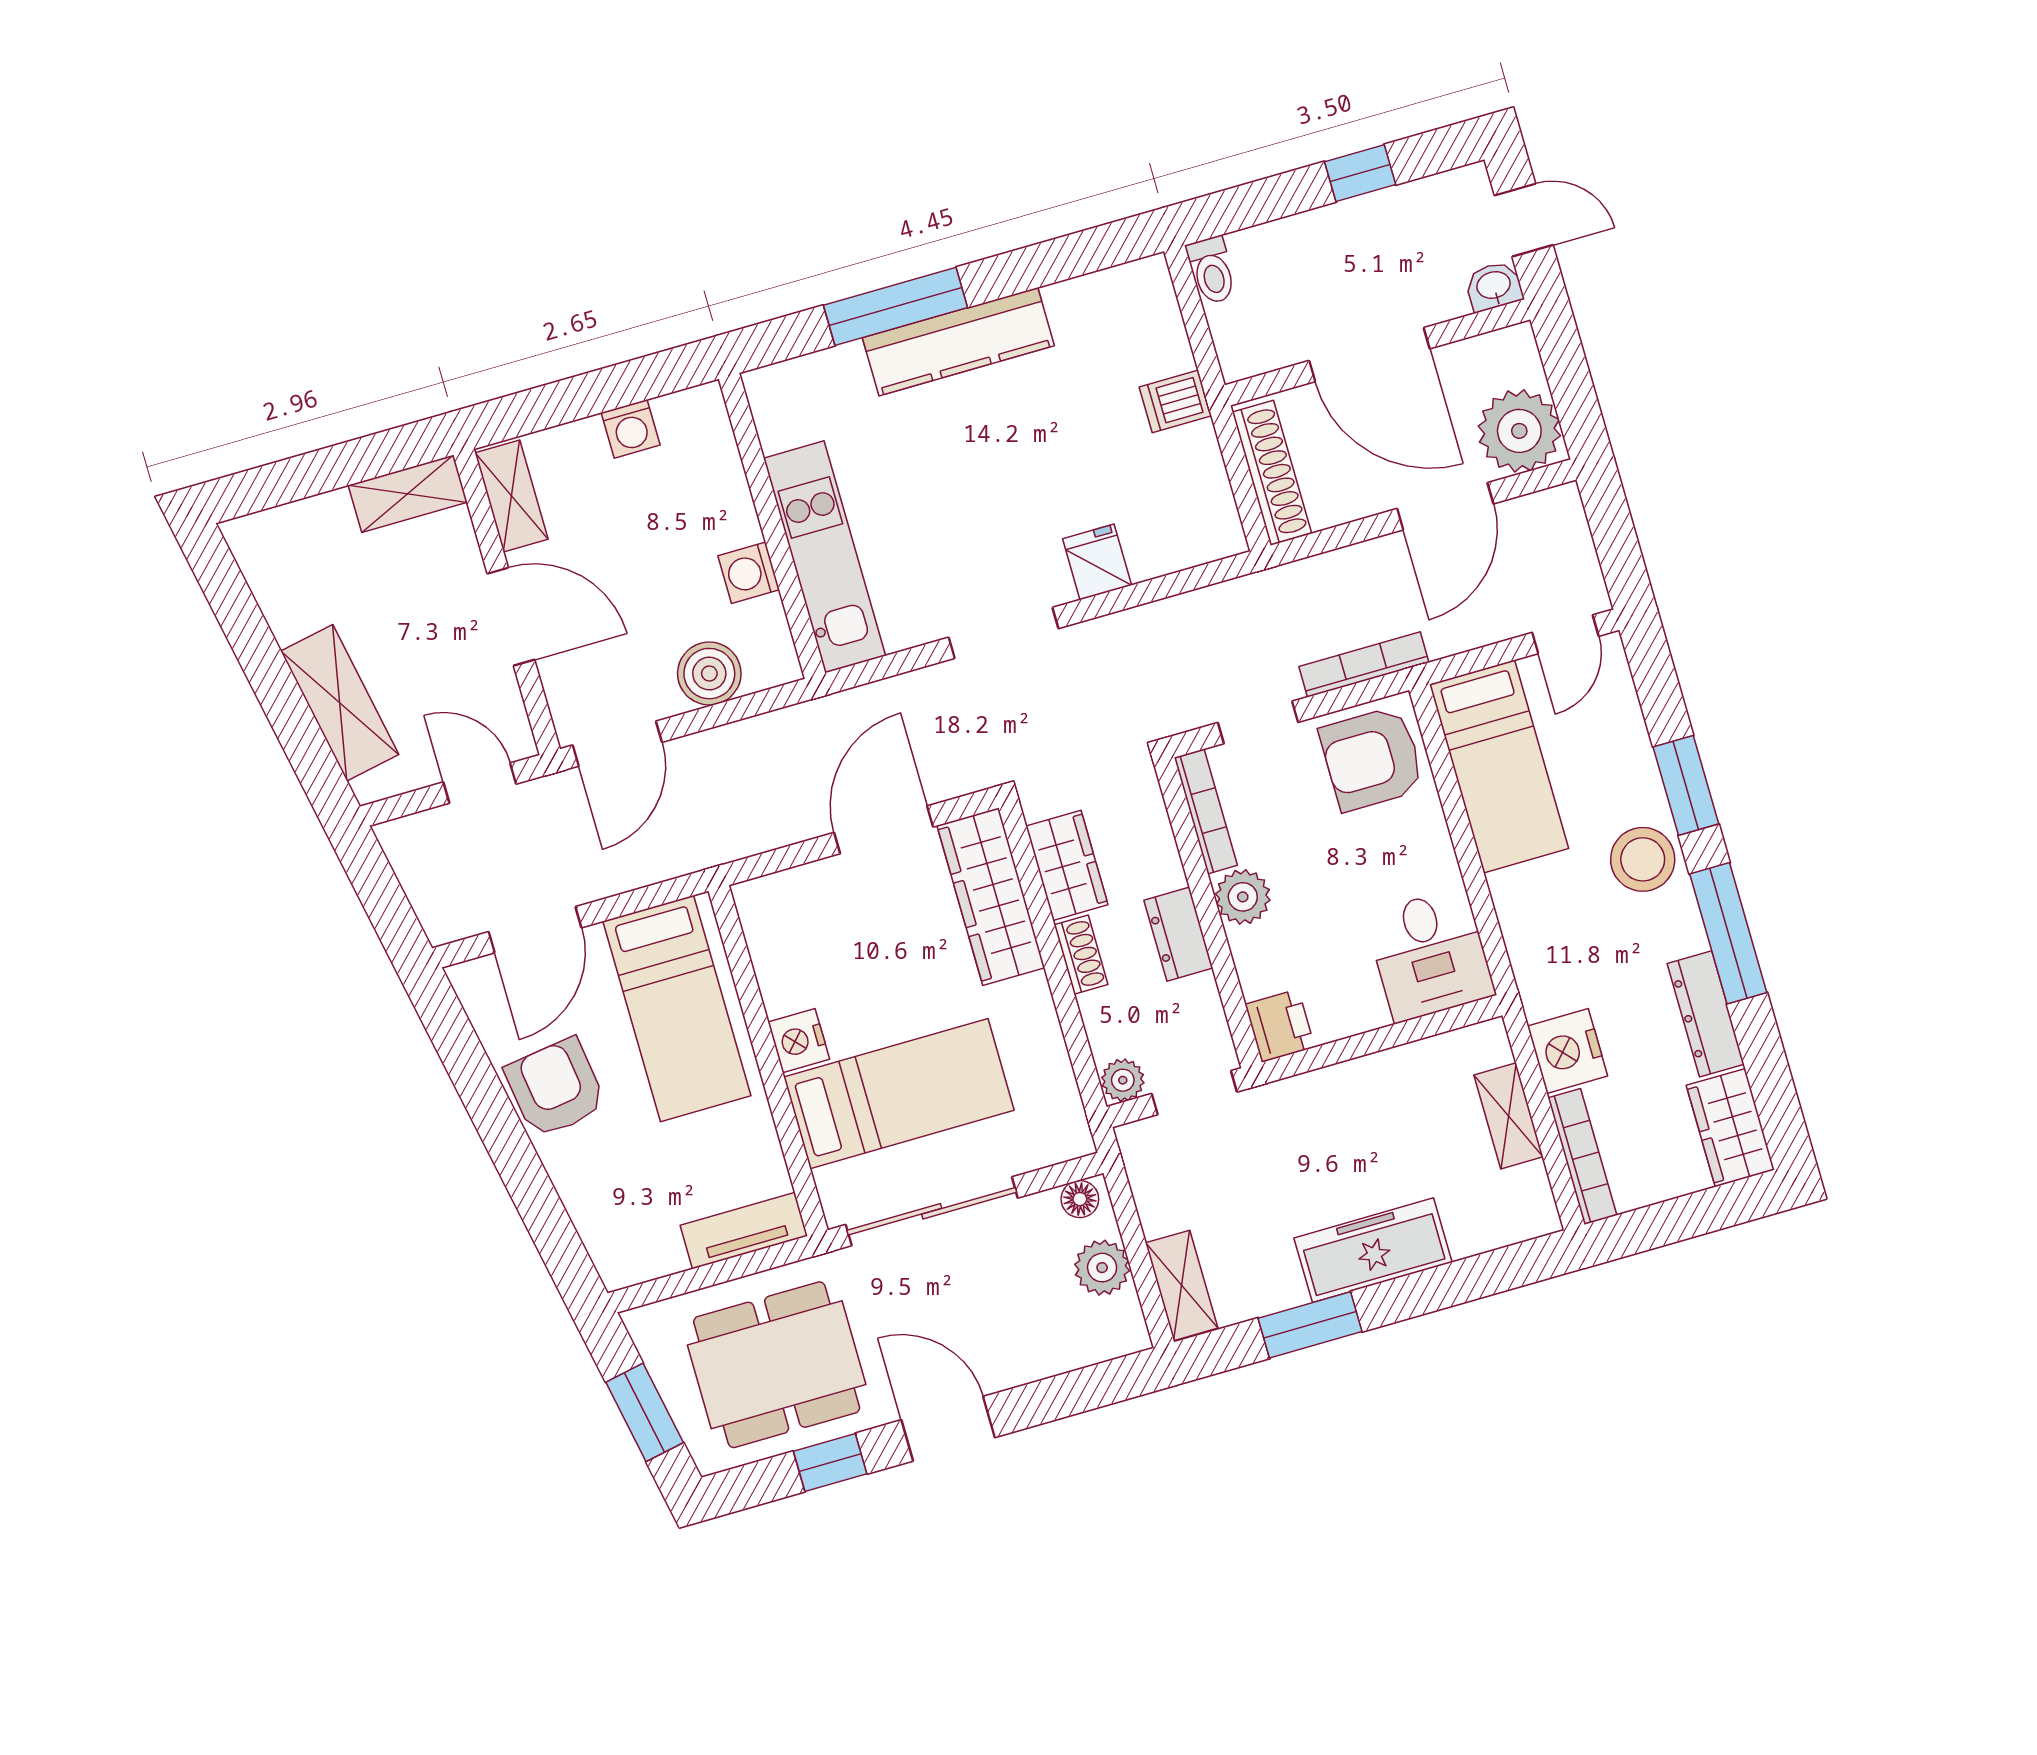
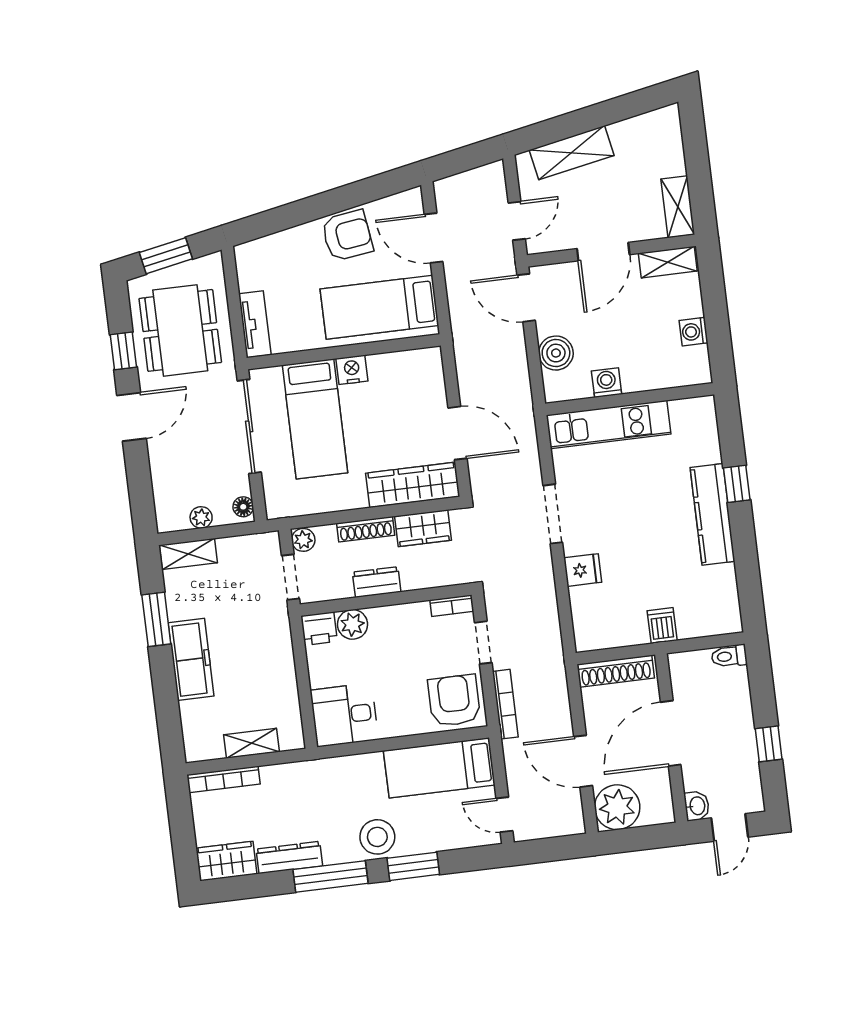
window: (896, 306) -> (737, 484), width x0.46
bookcase: (1206, 811) -> (452, 606), width x0.64
plant: (1243, 897) -> (353, 624), moved
shoe rack: (1081, 955) -> (366, 529), width x1.43
nightstand: (1567, 1051) -> (281, 780), removed
plant: (1102, 1268) -> (201, 517), width x0.73, depth x0.73

